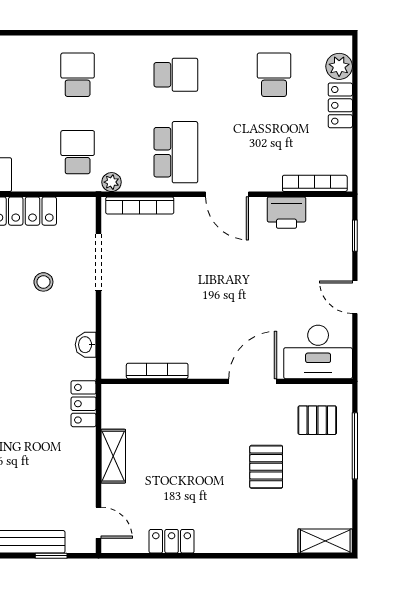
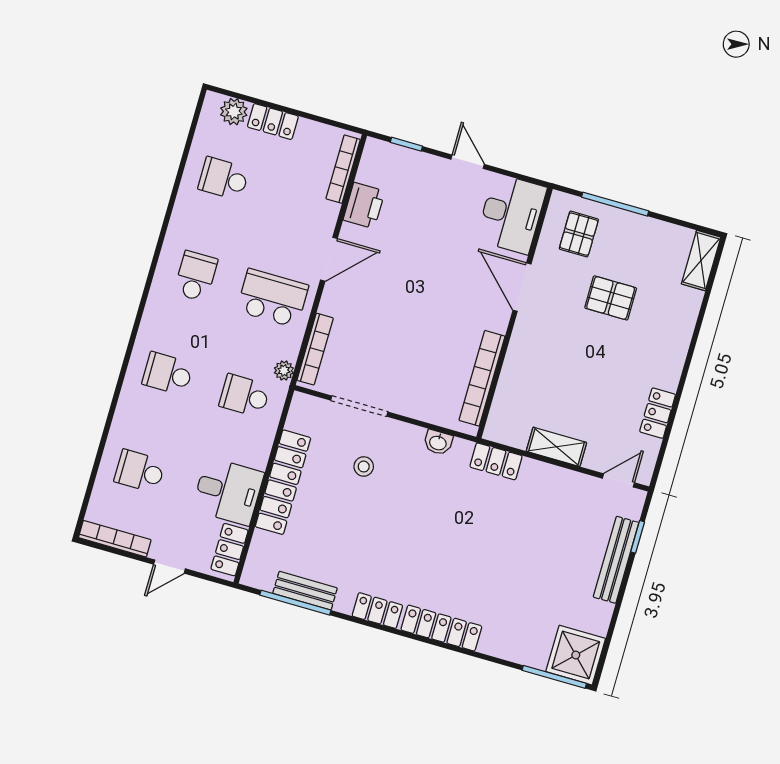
door: (355, 297) -> (468, 162), swing flipped
bookcase: (157, 371) -> (482, 378), width x1.48, depth x1.31

